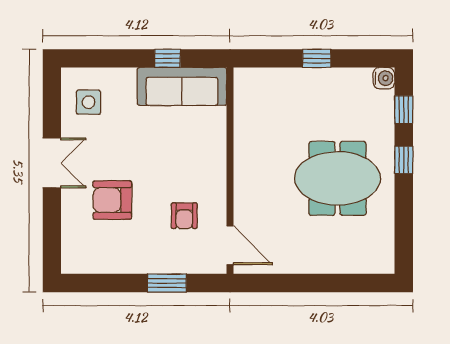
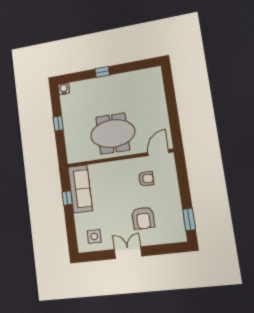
window: (404, 110) -> (78, 77), removed
meeting table: (337, 178) -> (113, 134), moved, turned 90
window: (167, 283) -> (189, 219), moved

